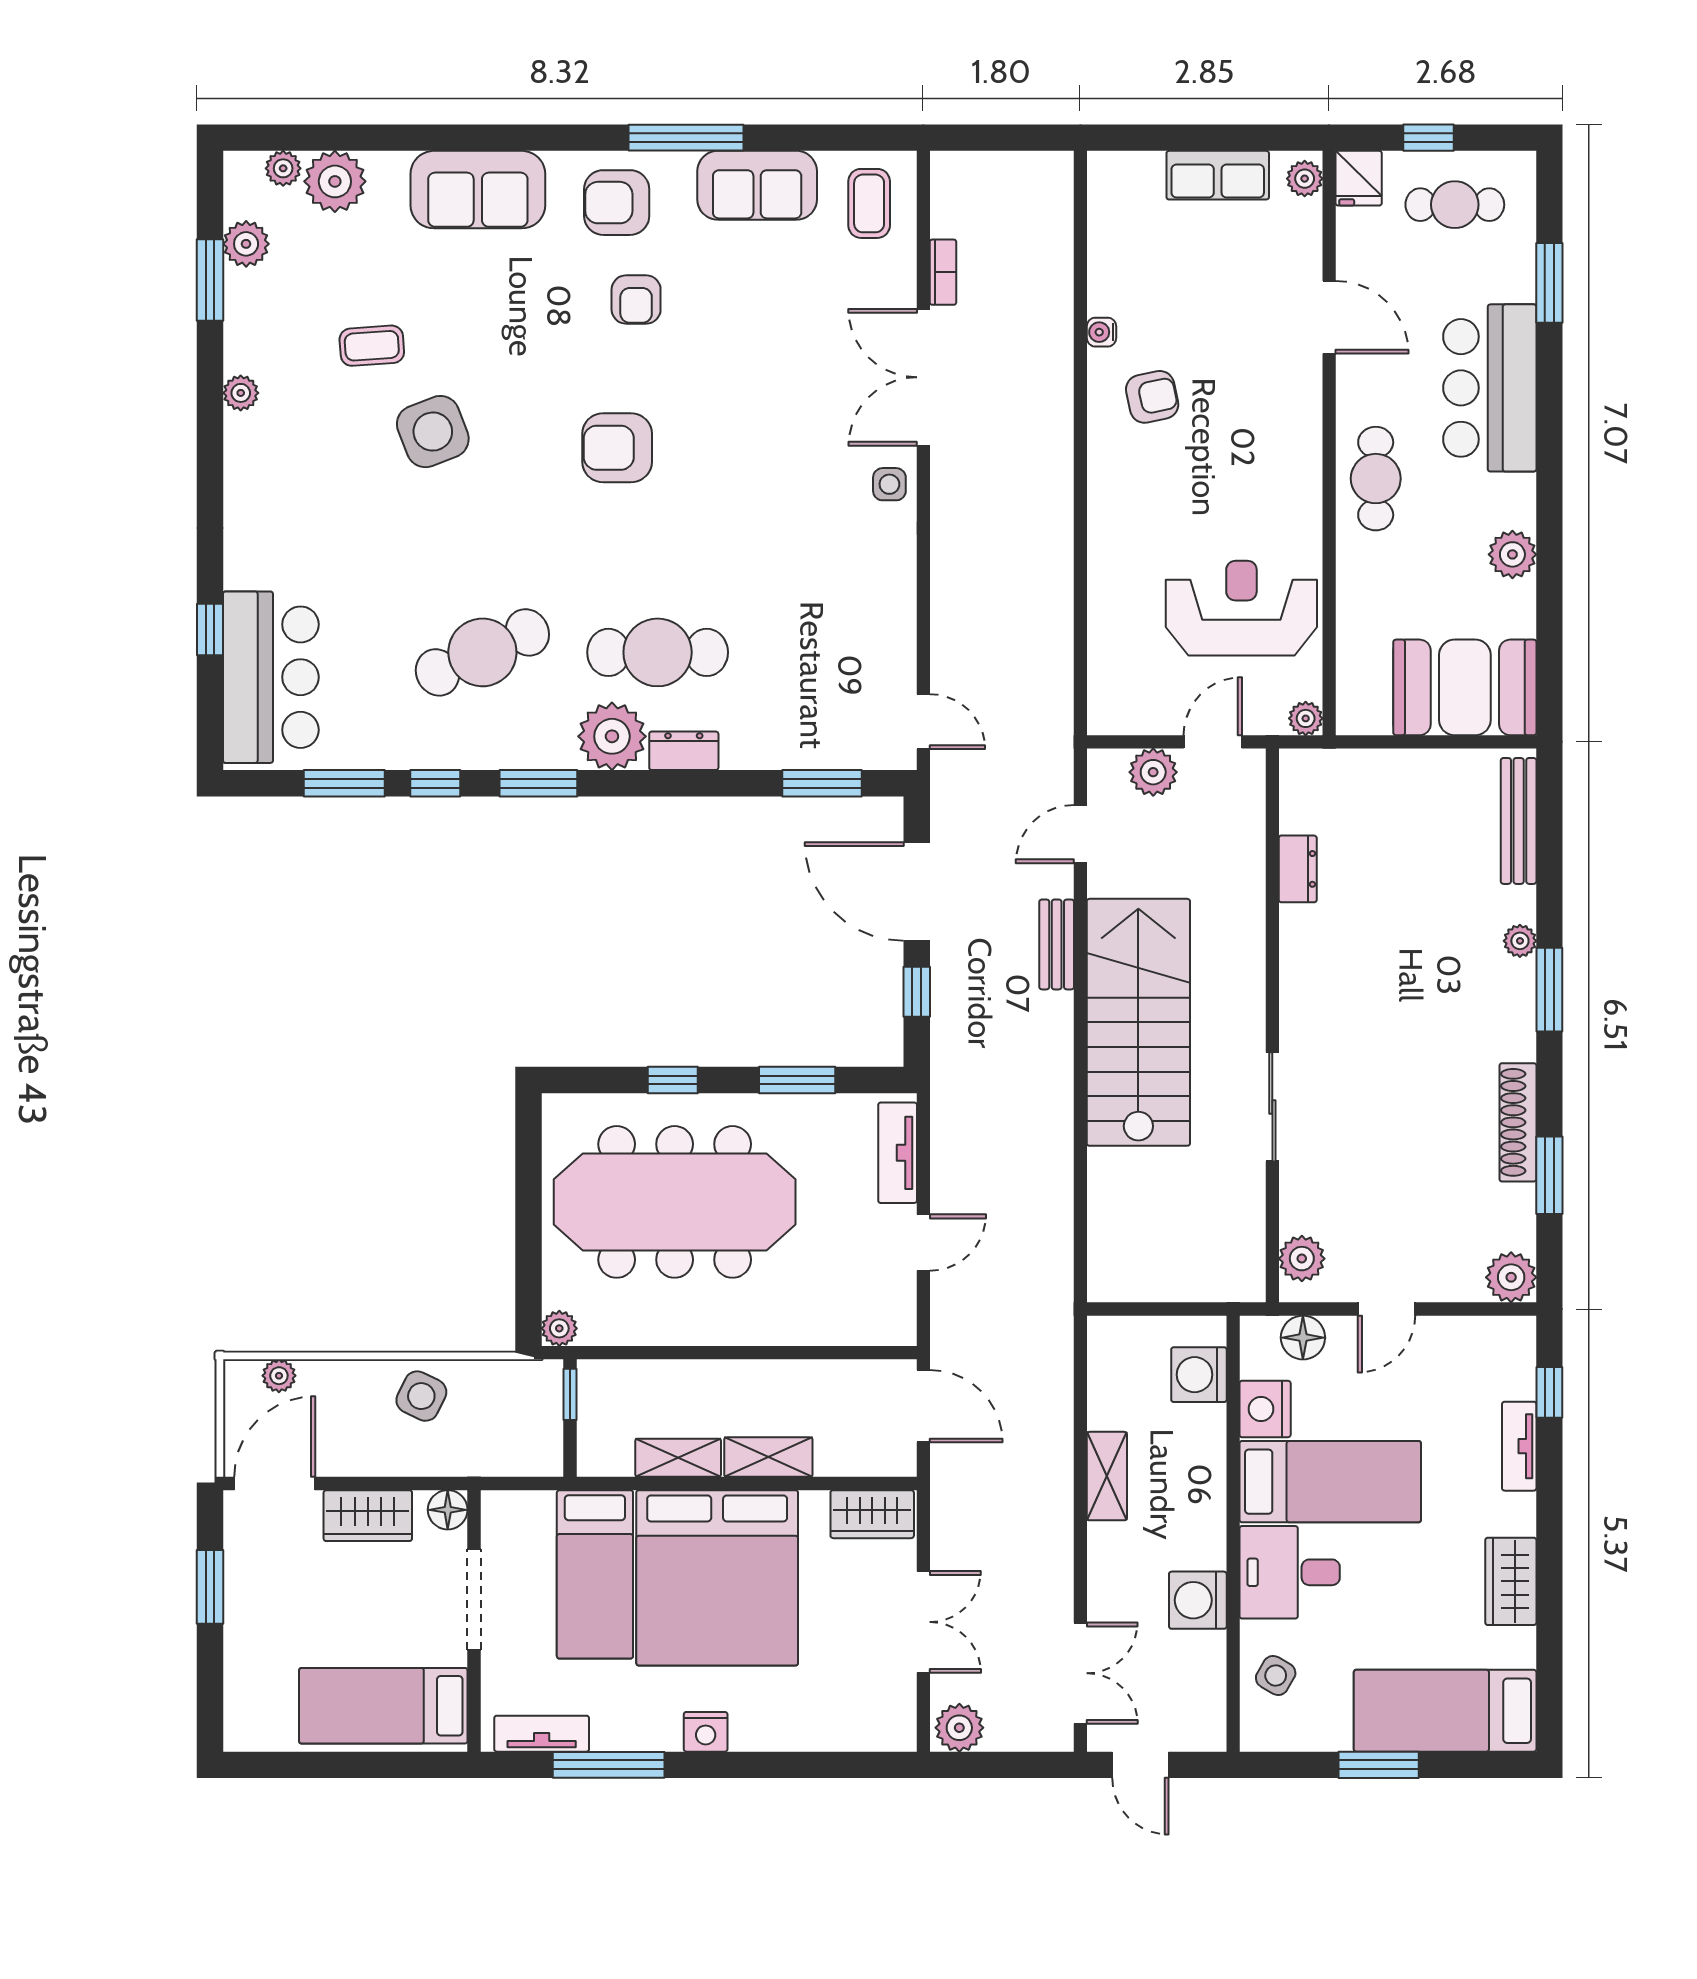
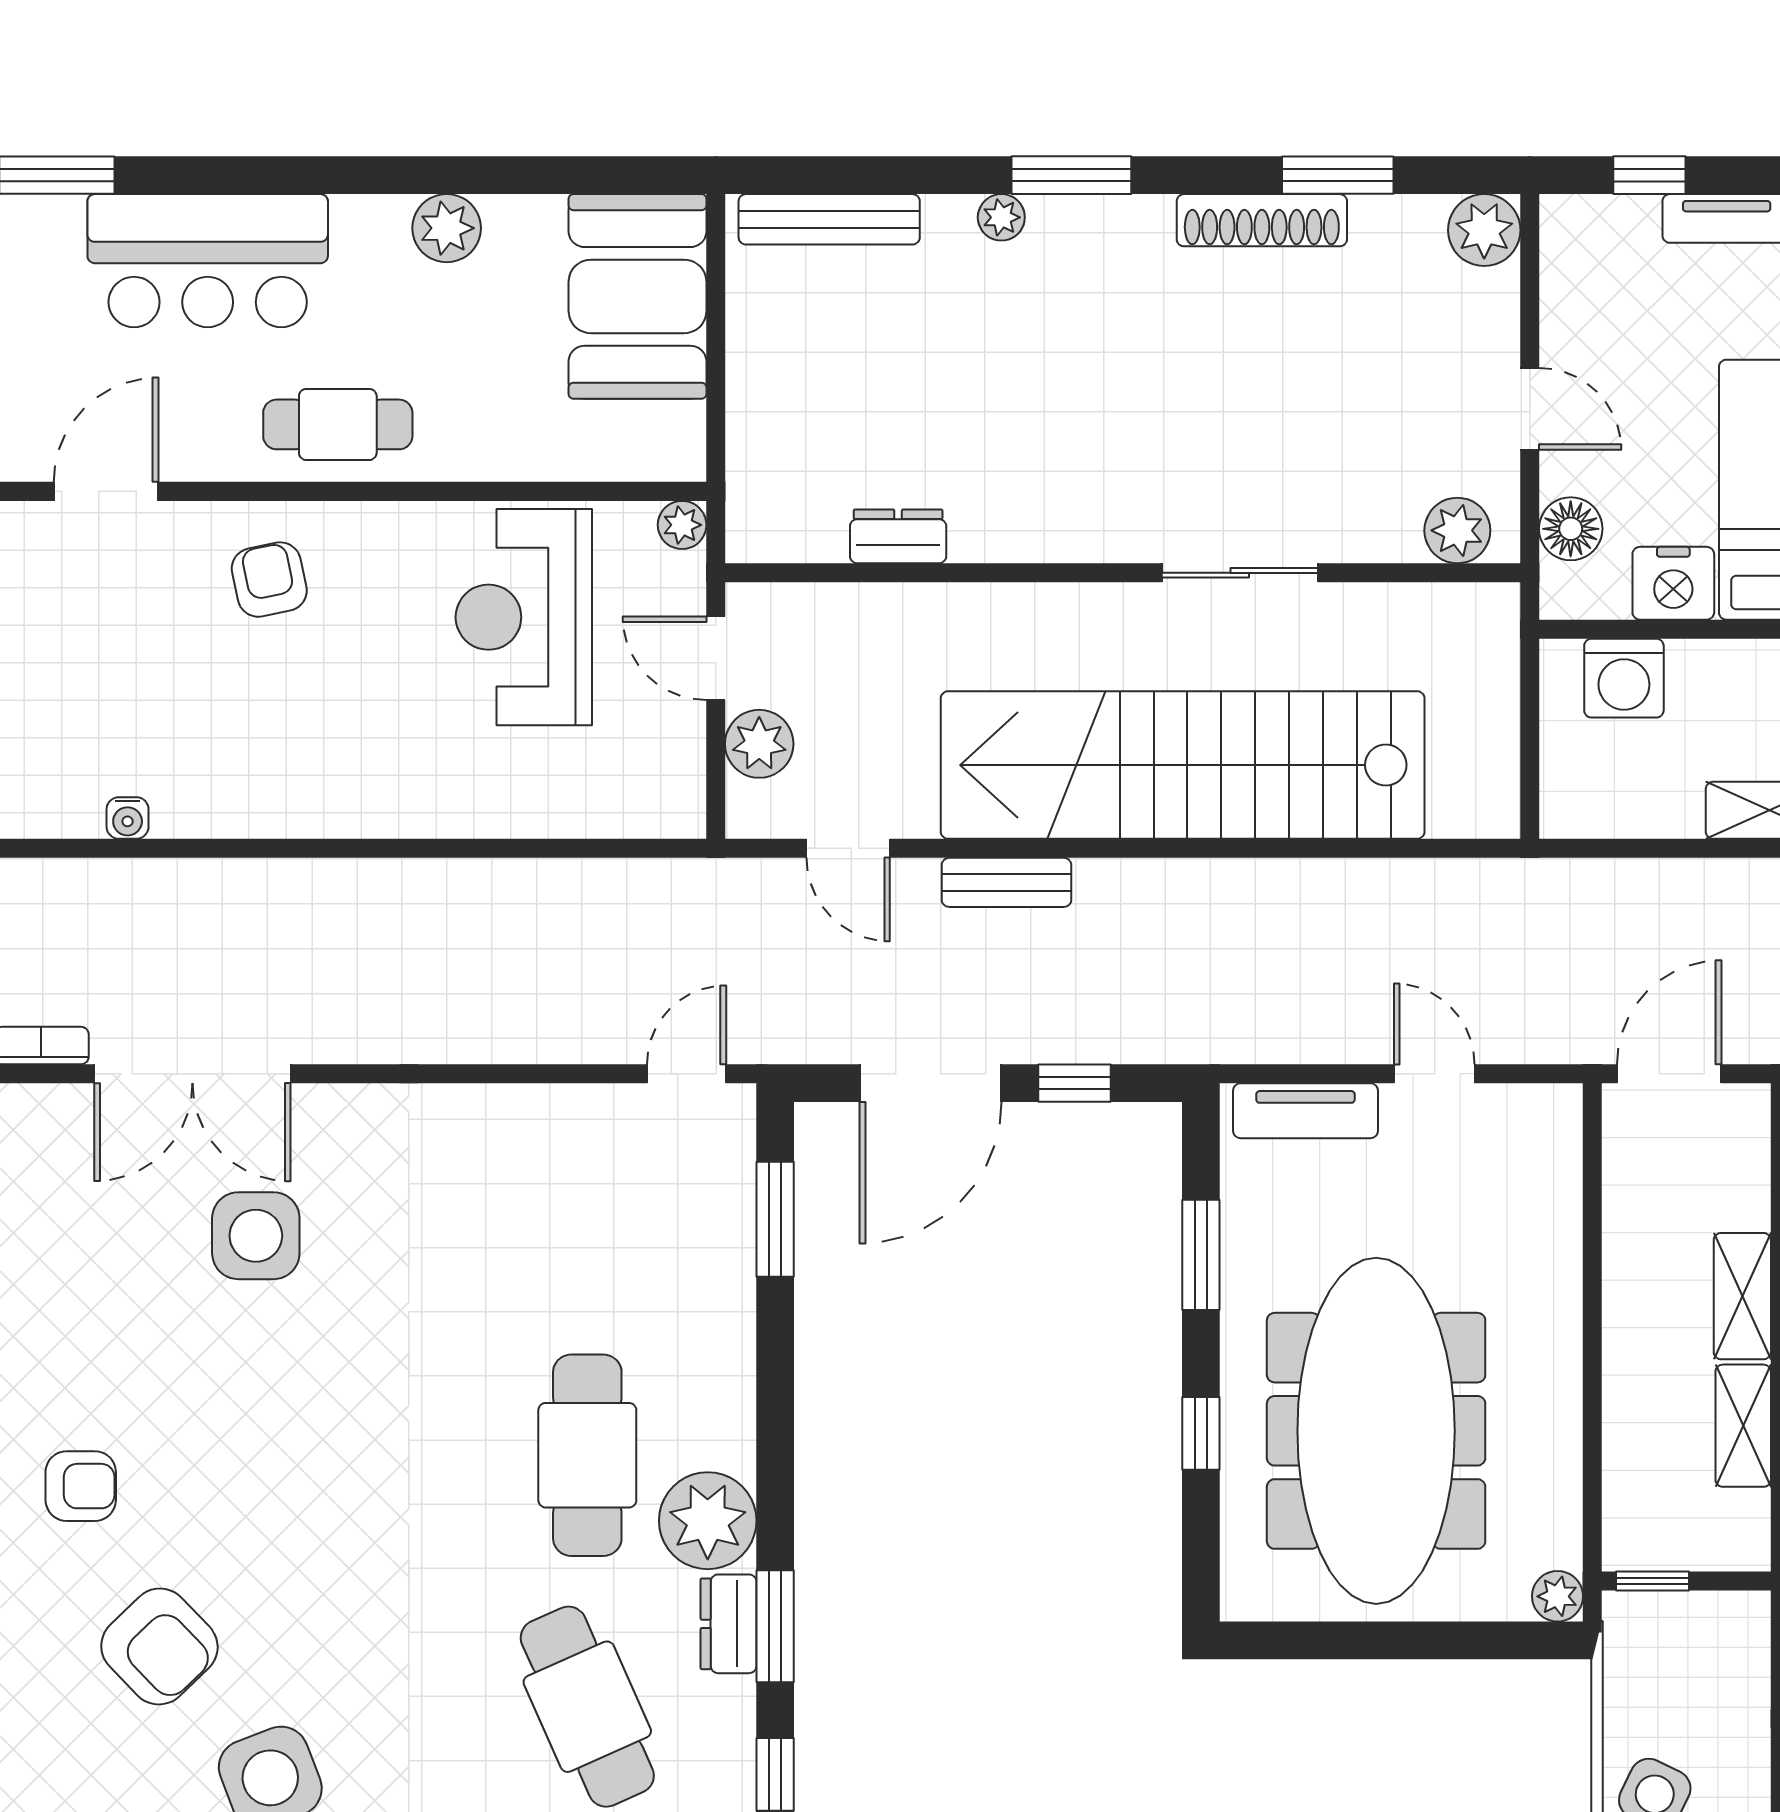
armchair: (1152, 397) -> (269, 580), moved
armchair: (617, 448) -> (159, 1646), moved, turned -44
side table: (889, 484) -> (256, 1236), moved, width x1.87, depth x1.87
dresser: (684, 751) -> (729, 1624), moved
stairs: (1138, 1022) -> (1183, 765), width x1.36

